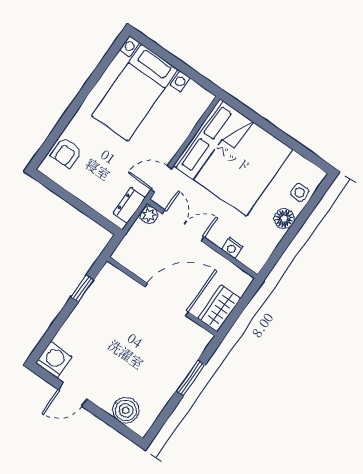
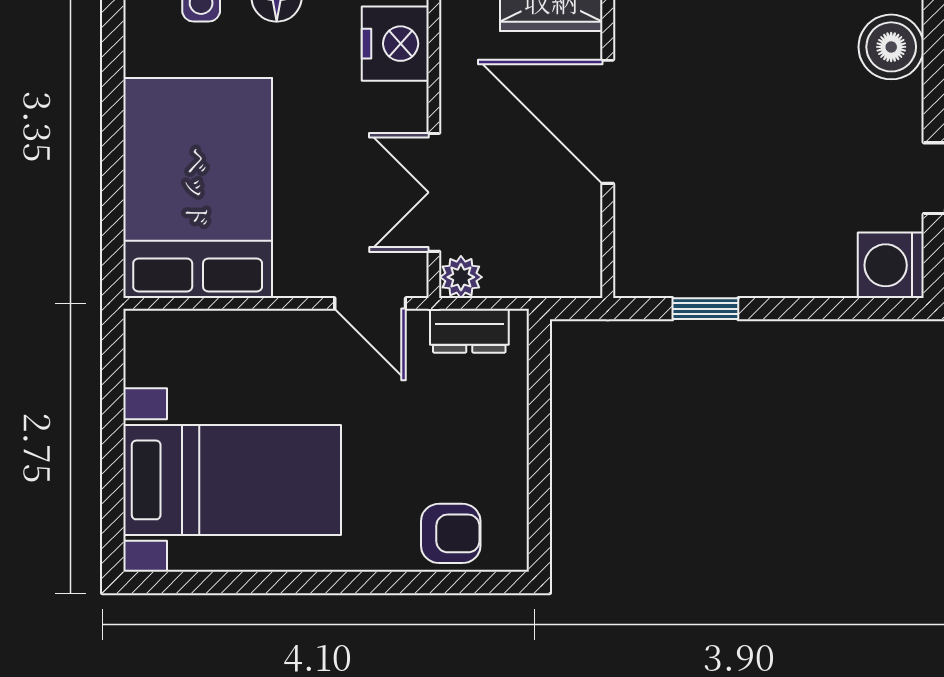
bed: (233, 157) -> (198, 188), width x0.73
nightstand: (232, 248) -> (395, 44), width x1.89, depth x1.79

